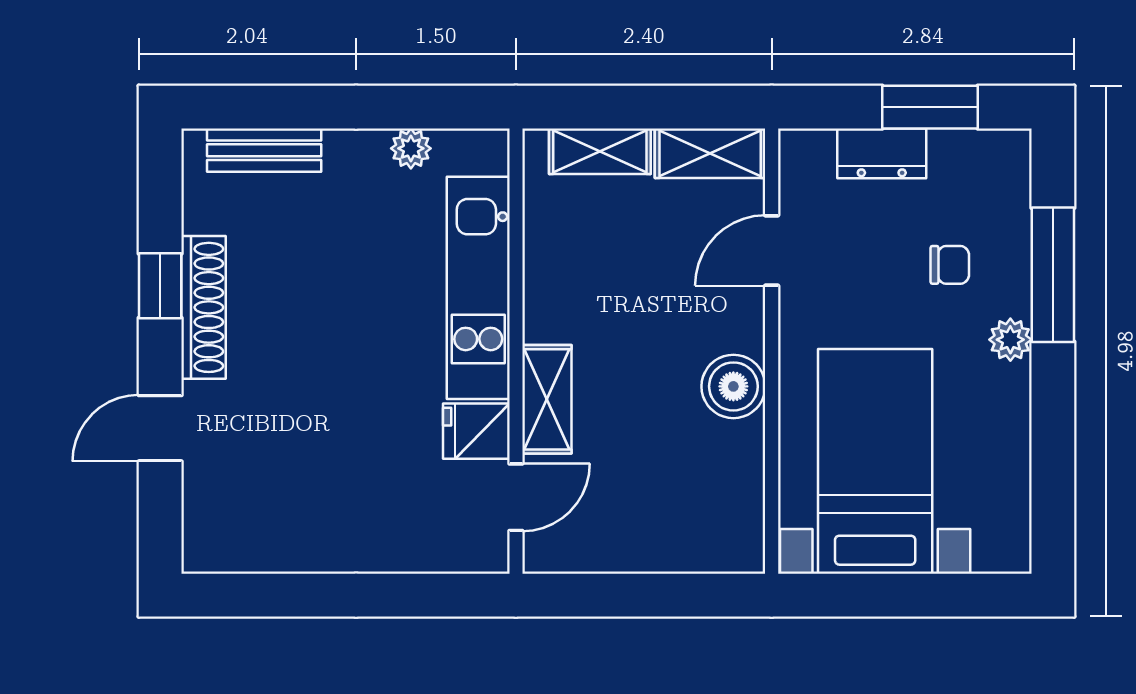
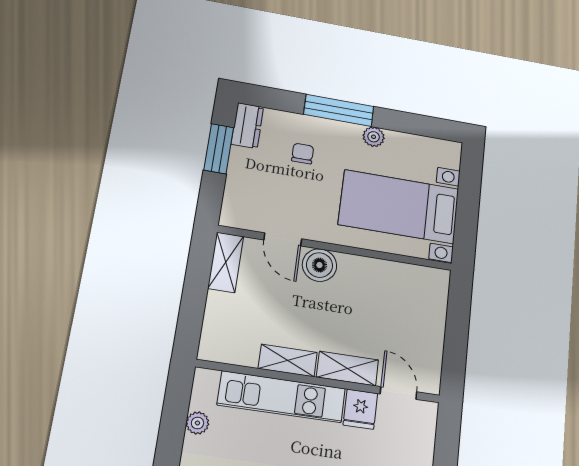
shelving: (600, 151) -> (288, 360), moved, turned 90
dresser: (882, 153) -> (247, 126), moved
window: (1053, 275) -> (339, 110), moved
plant: (1010, 340) -> (374, 137), moved
boiler: (733, 386) -> (319, 265), moved

